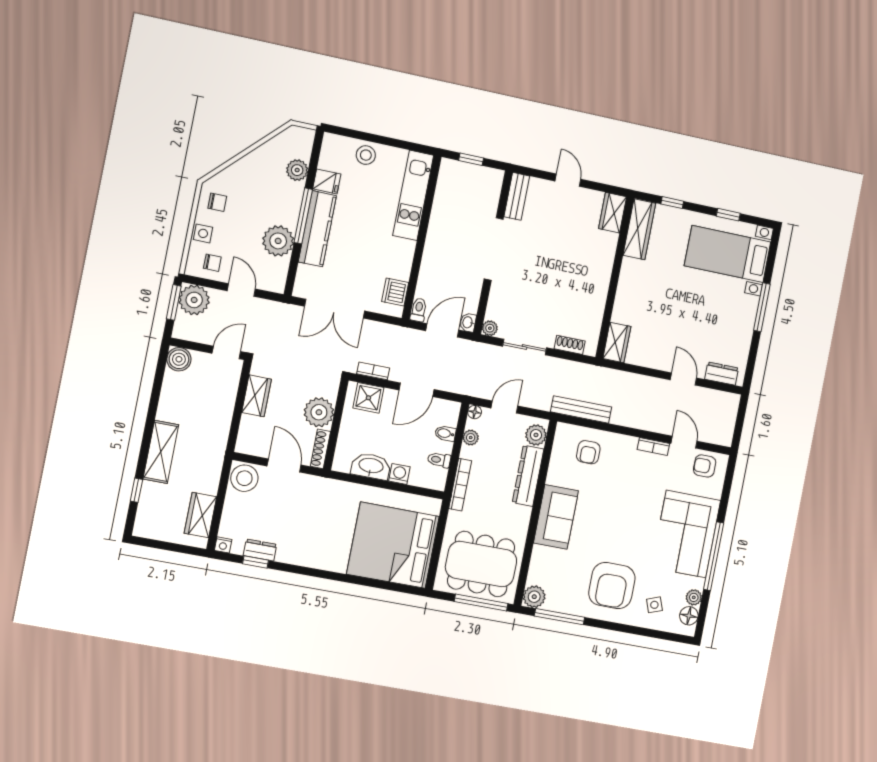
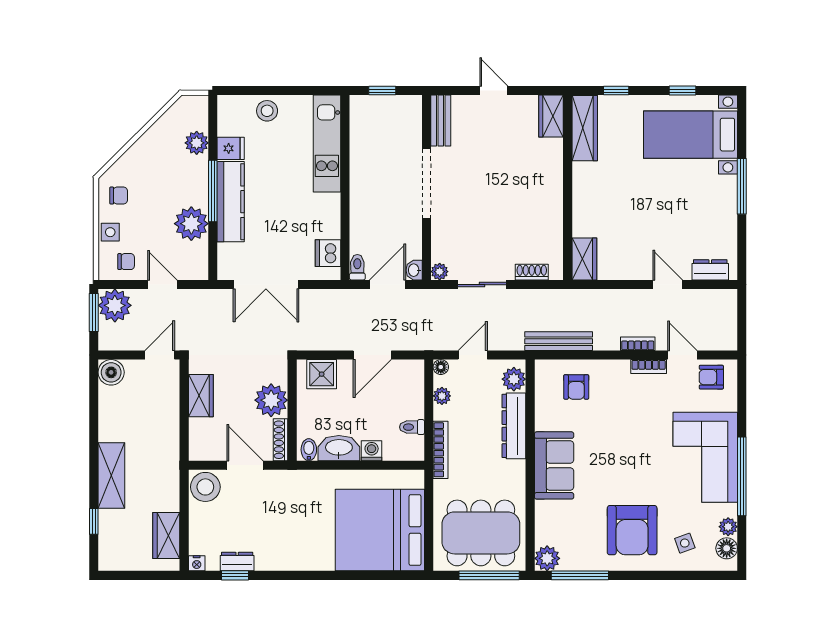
bookcase: (373, 371) -> (638, 344), moved
bidet: (445, 433) -> (309, 450), moved, turned 90

